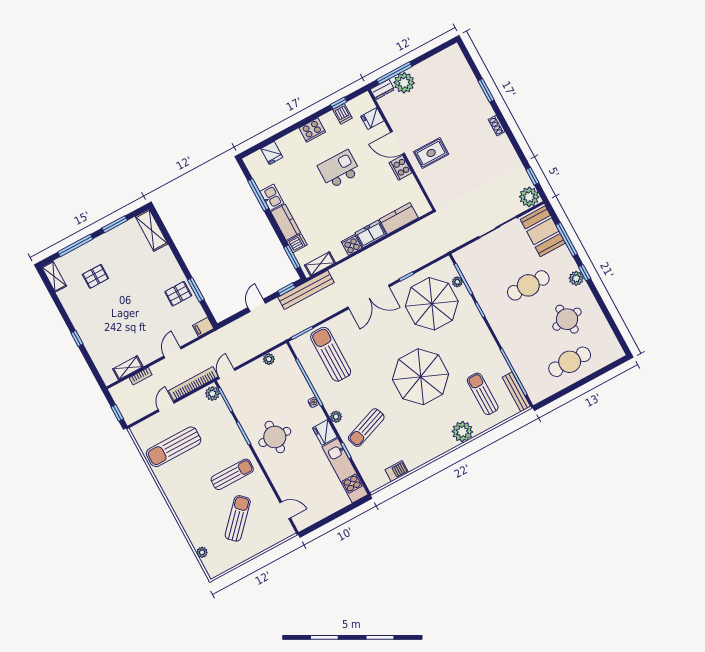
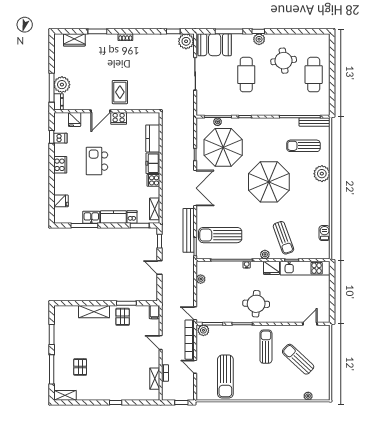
wardrobe: (462, 69) -> (74, 40), added
shelving: (151, 230) -> (94, 312), moved
bench: (306, 290) -> (189, 230), moved

